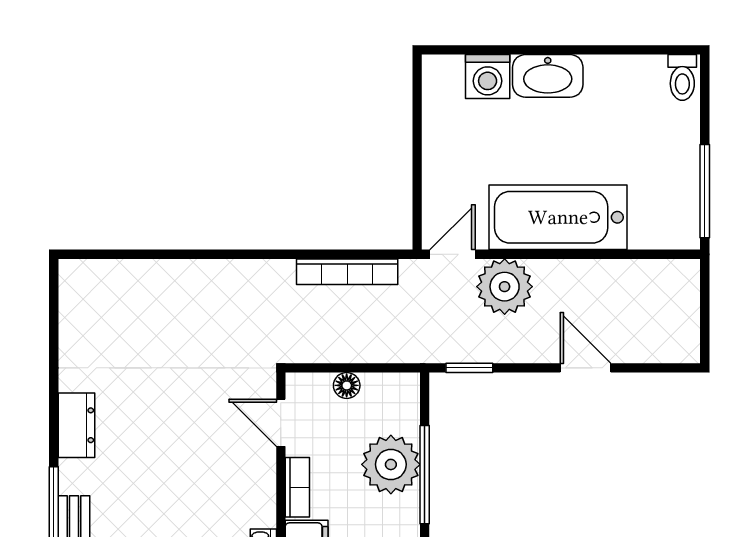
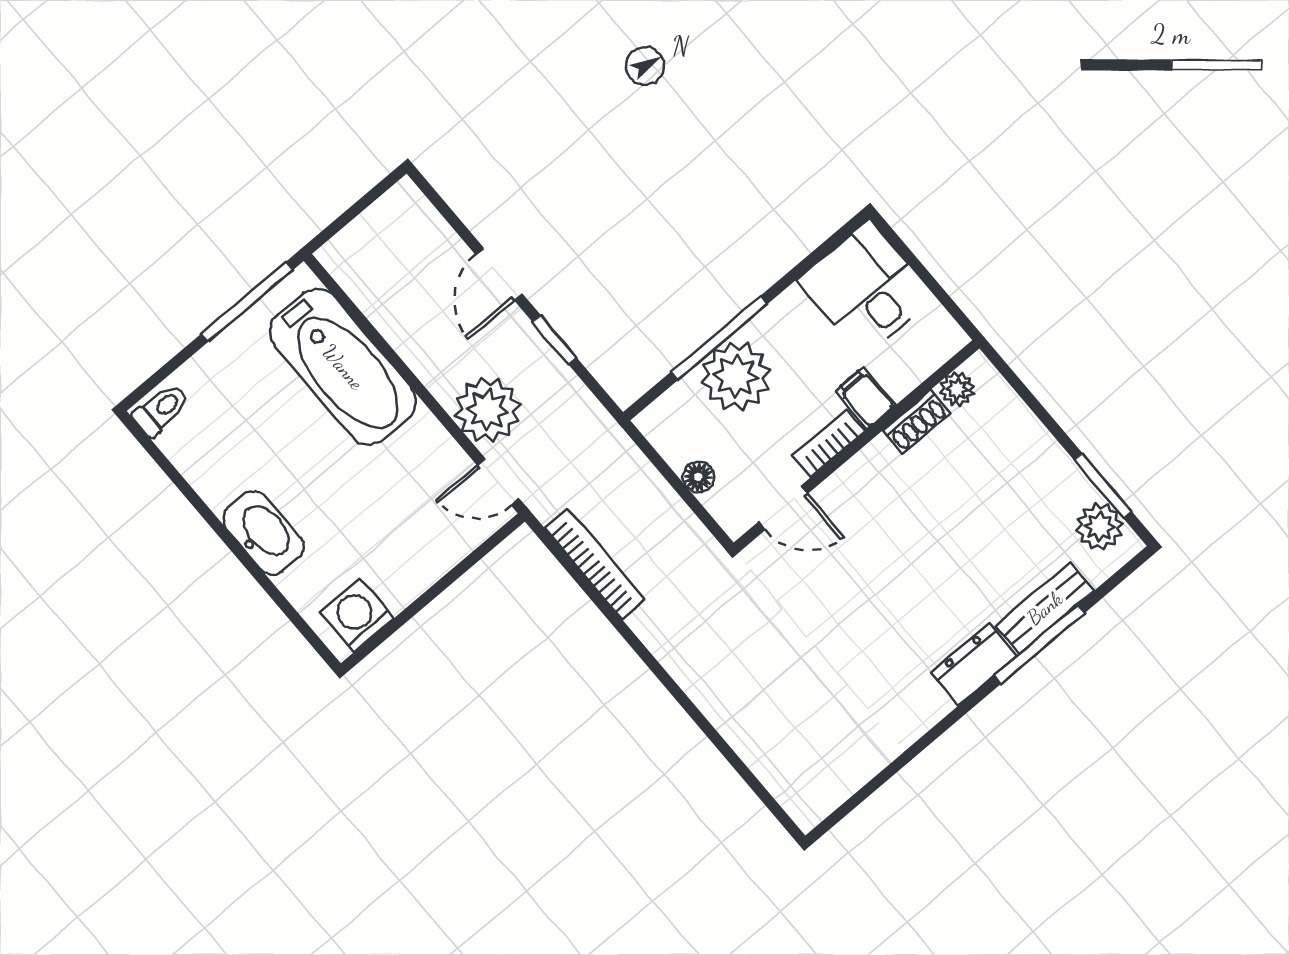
washing machine: (488, 76) -> (357, 615), moved, turned -90
bathtub: (558, 217) -> (343, 367), moved
window: (469, 368) -> (555, 340), moved
door: (281, 423) -> (783, 508), hinge flipped
dresser: (77, 425) -> (974, 664), moved

